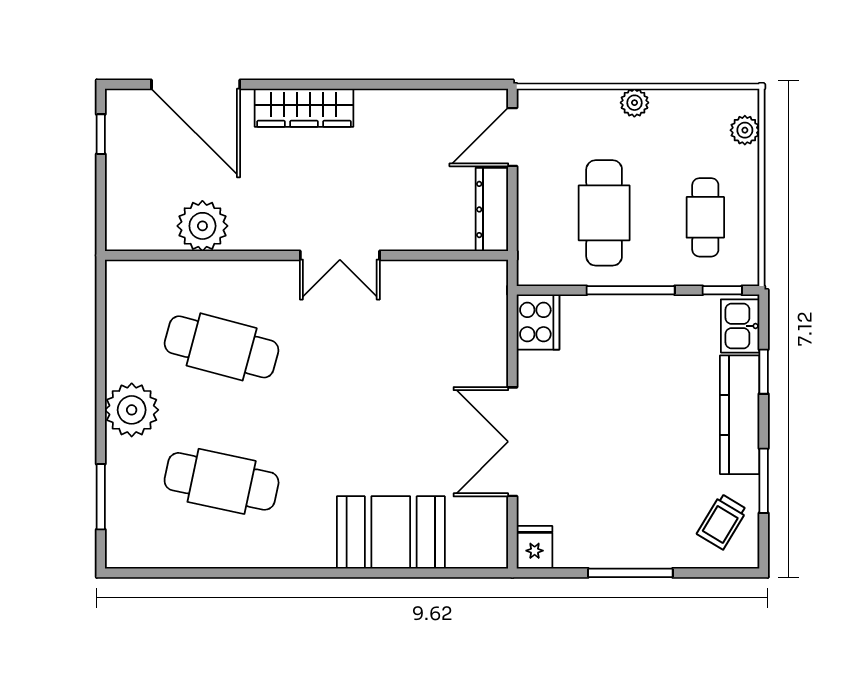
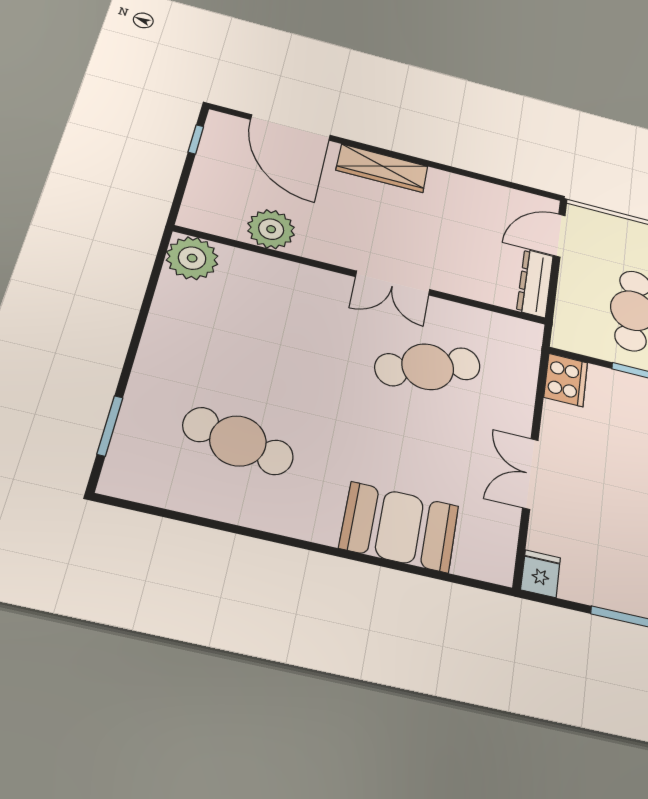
cafe table: (222, 347) -> (428, 367), moved, turned -36
plant: (132, 410) -> (192, 258), moved
double door: (512, 442) -> (530, 474), width x0.73

